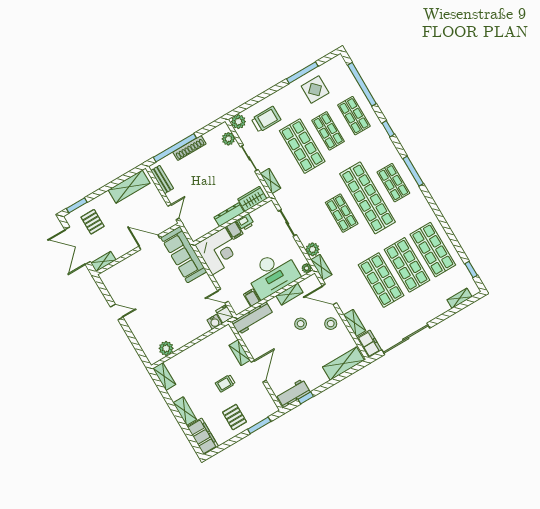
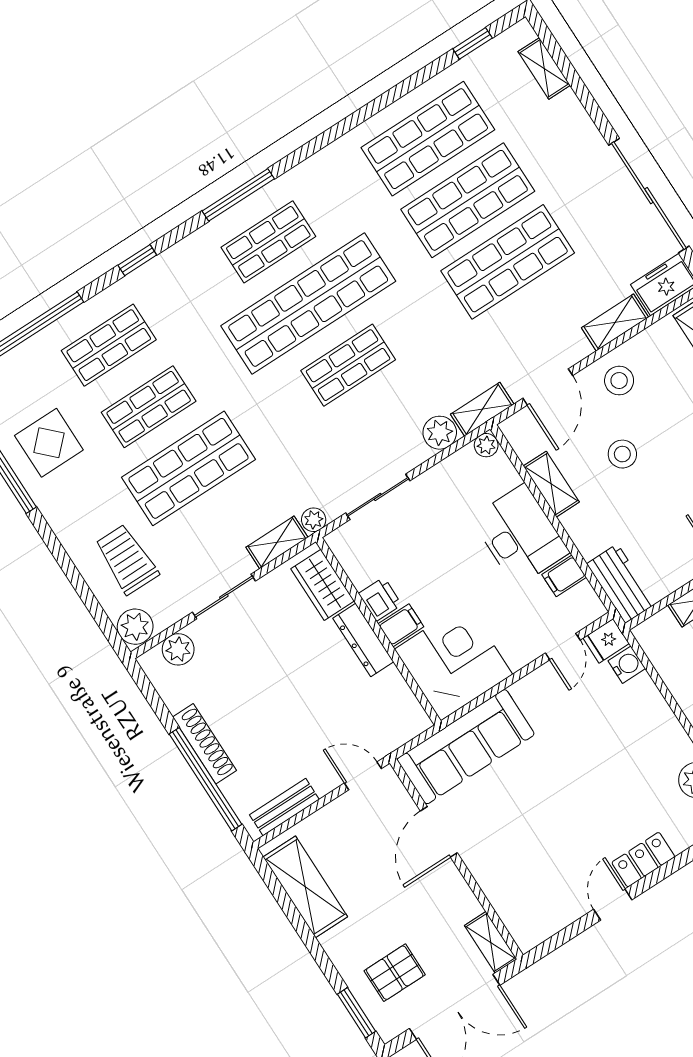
plant: (279, 196) -> (314, 520), added
desk: (272, 274) -> (520, 535), width x0.73, depth x0.77
workbench: (252, 318) -> (621, 584), width x0.73
locker: (135, 325) -> (643, 860), added

